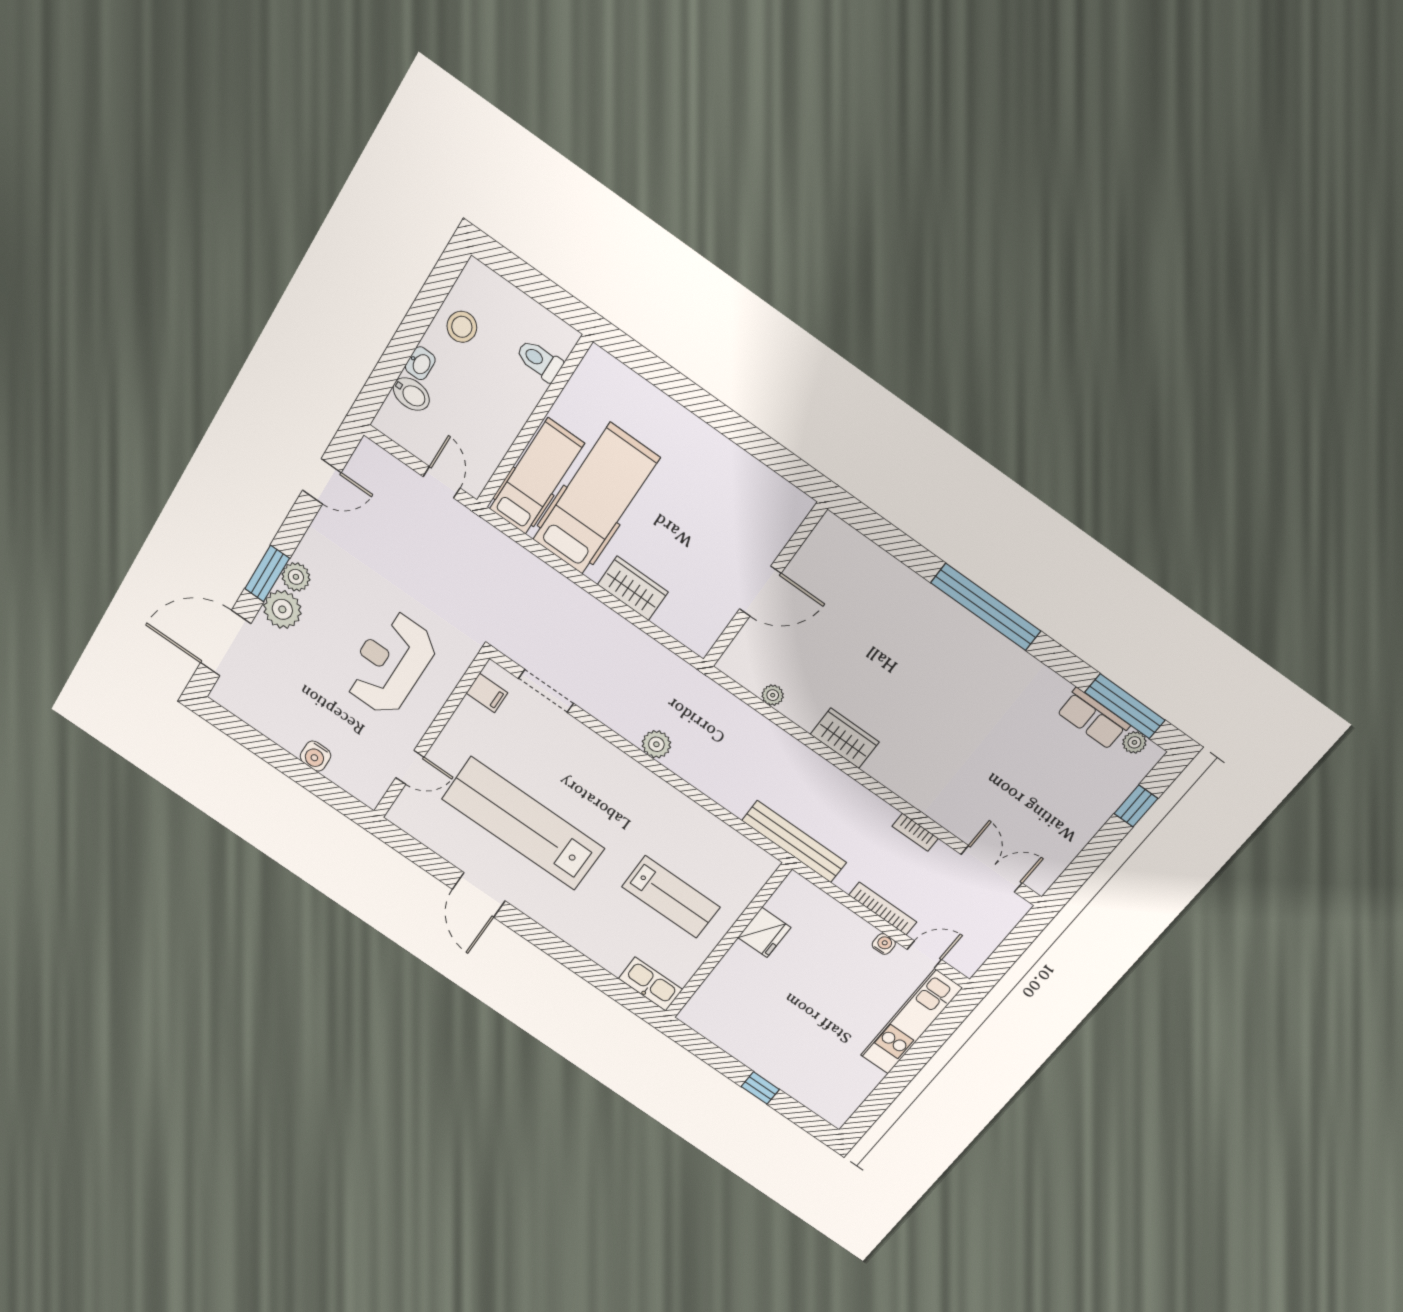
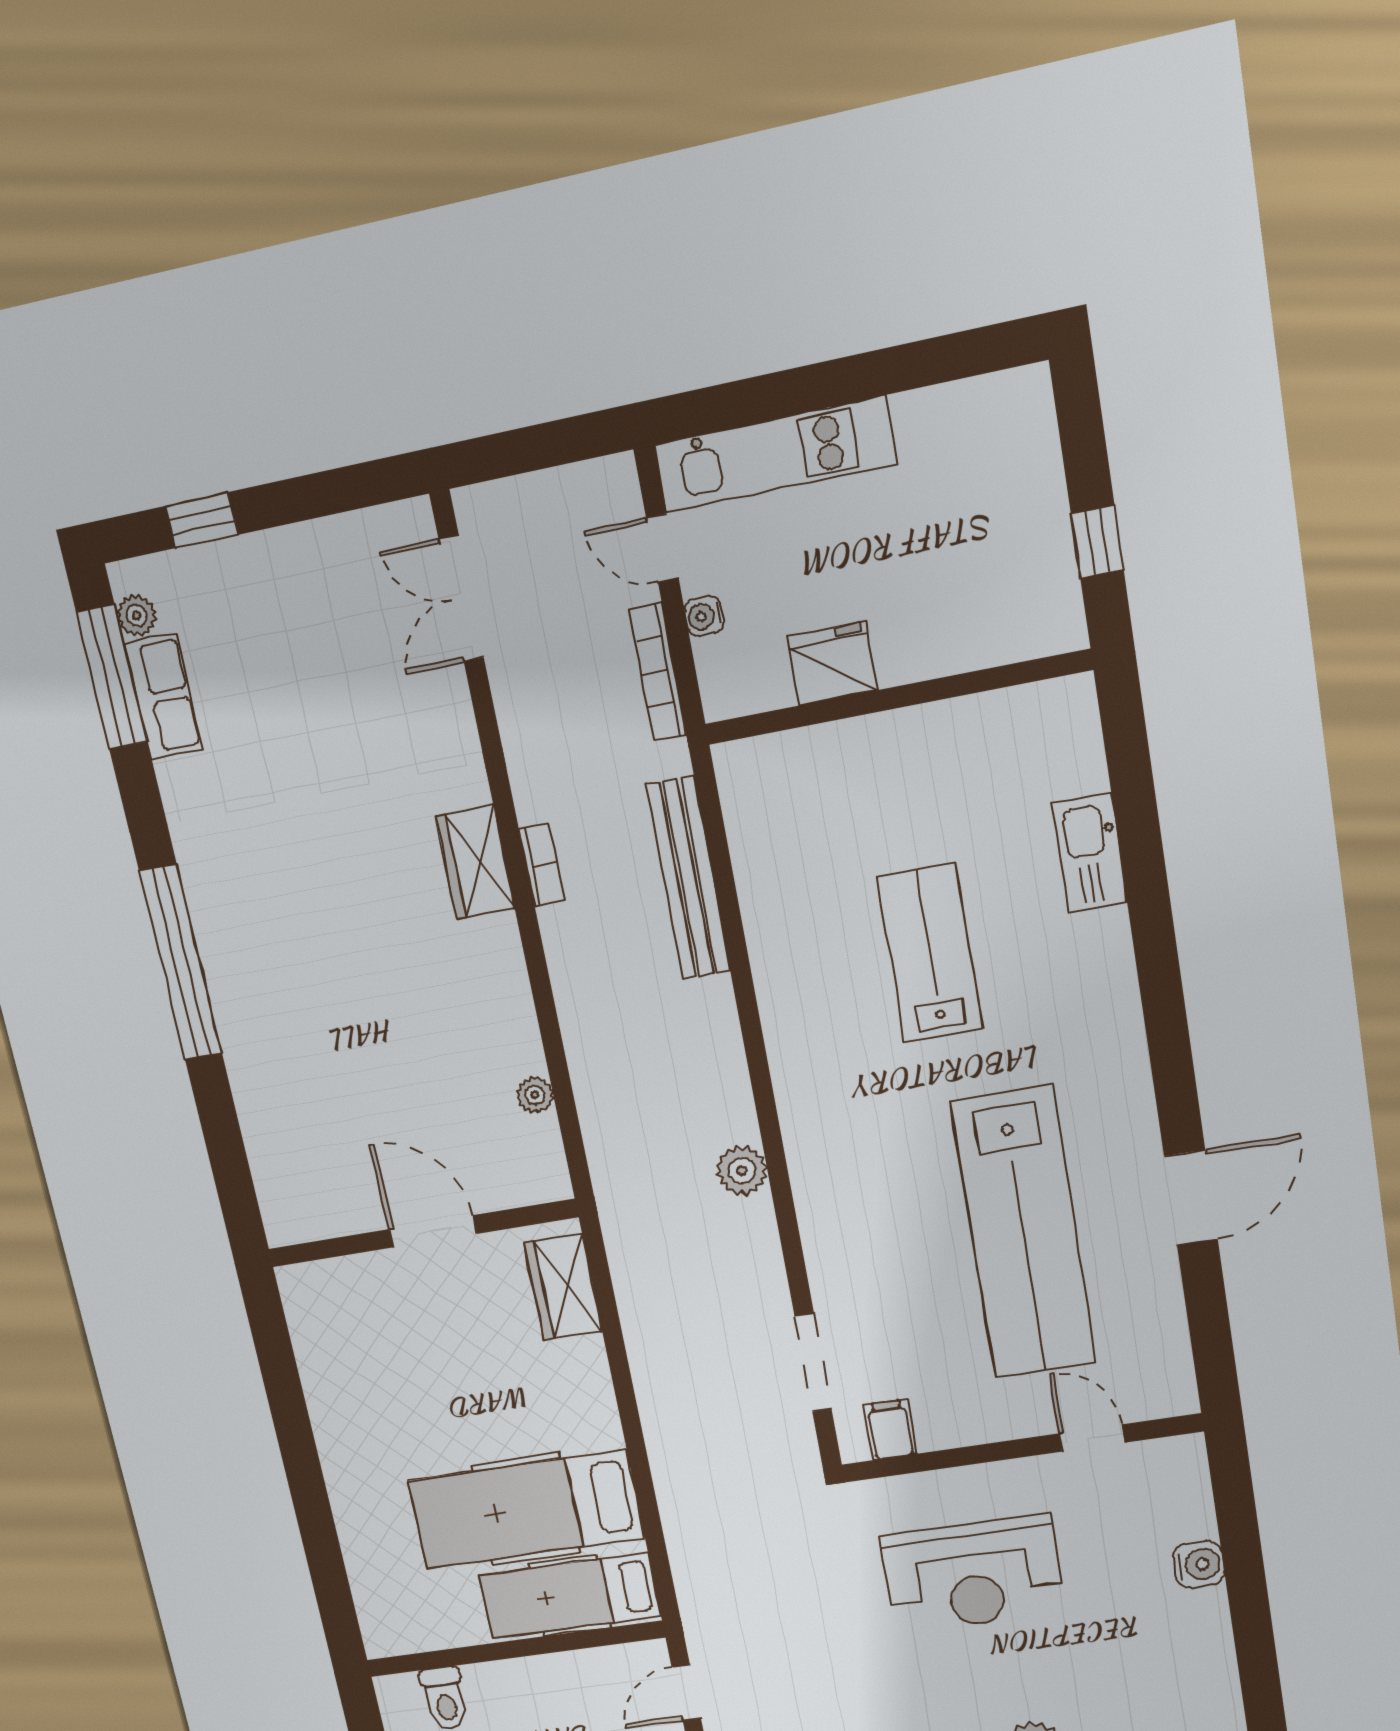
wardrobe: (633, 588) -> (563, 1287), moved
wardrobe: (845, 738) -> (475, 862), moved
bookcase: (915, 832) -> (542, 865), moved
fridge: (764, 932) -> (832, 664), moved
wall: (727, 942) -> (897, 697), moved

